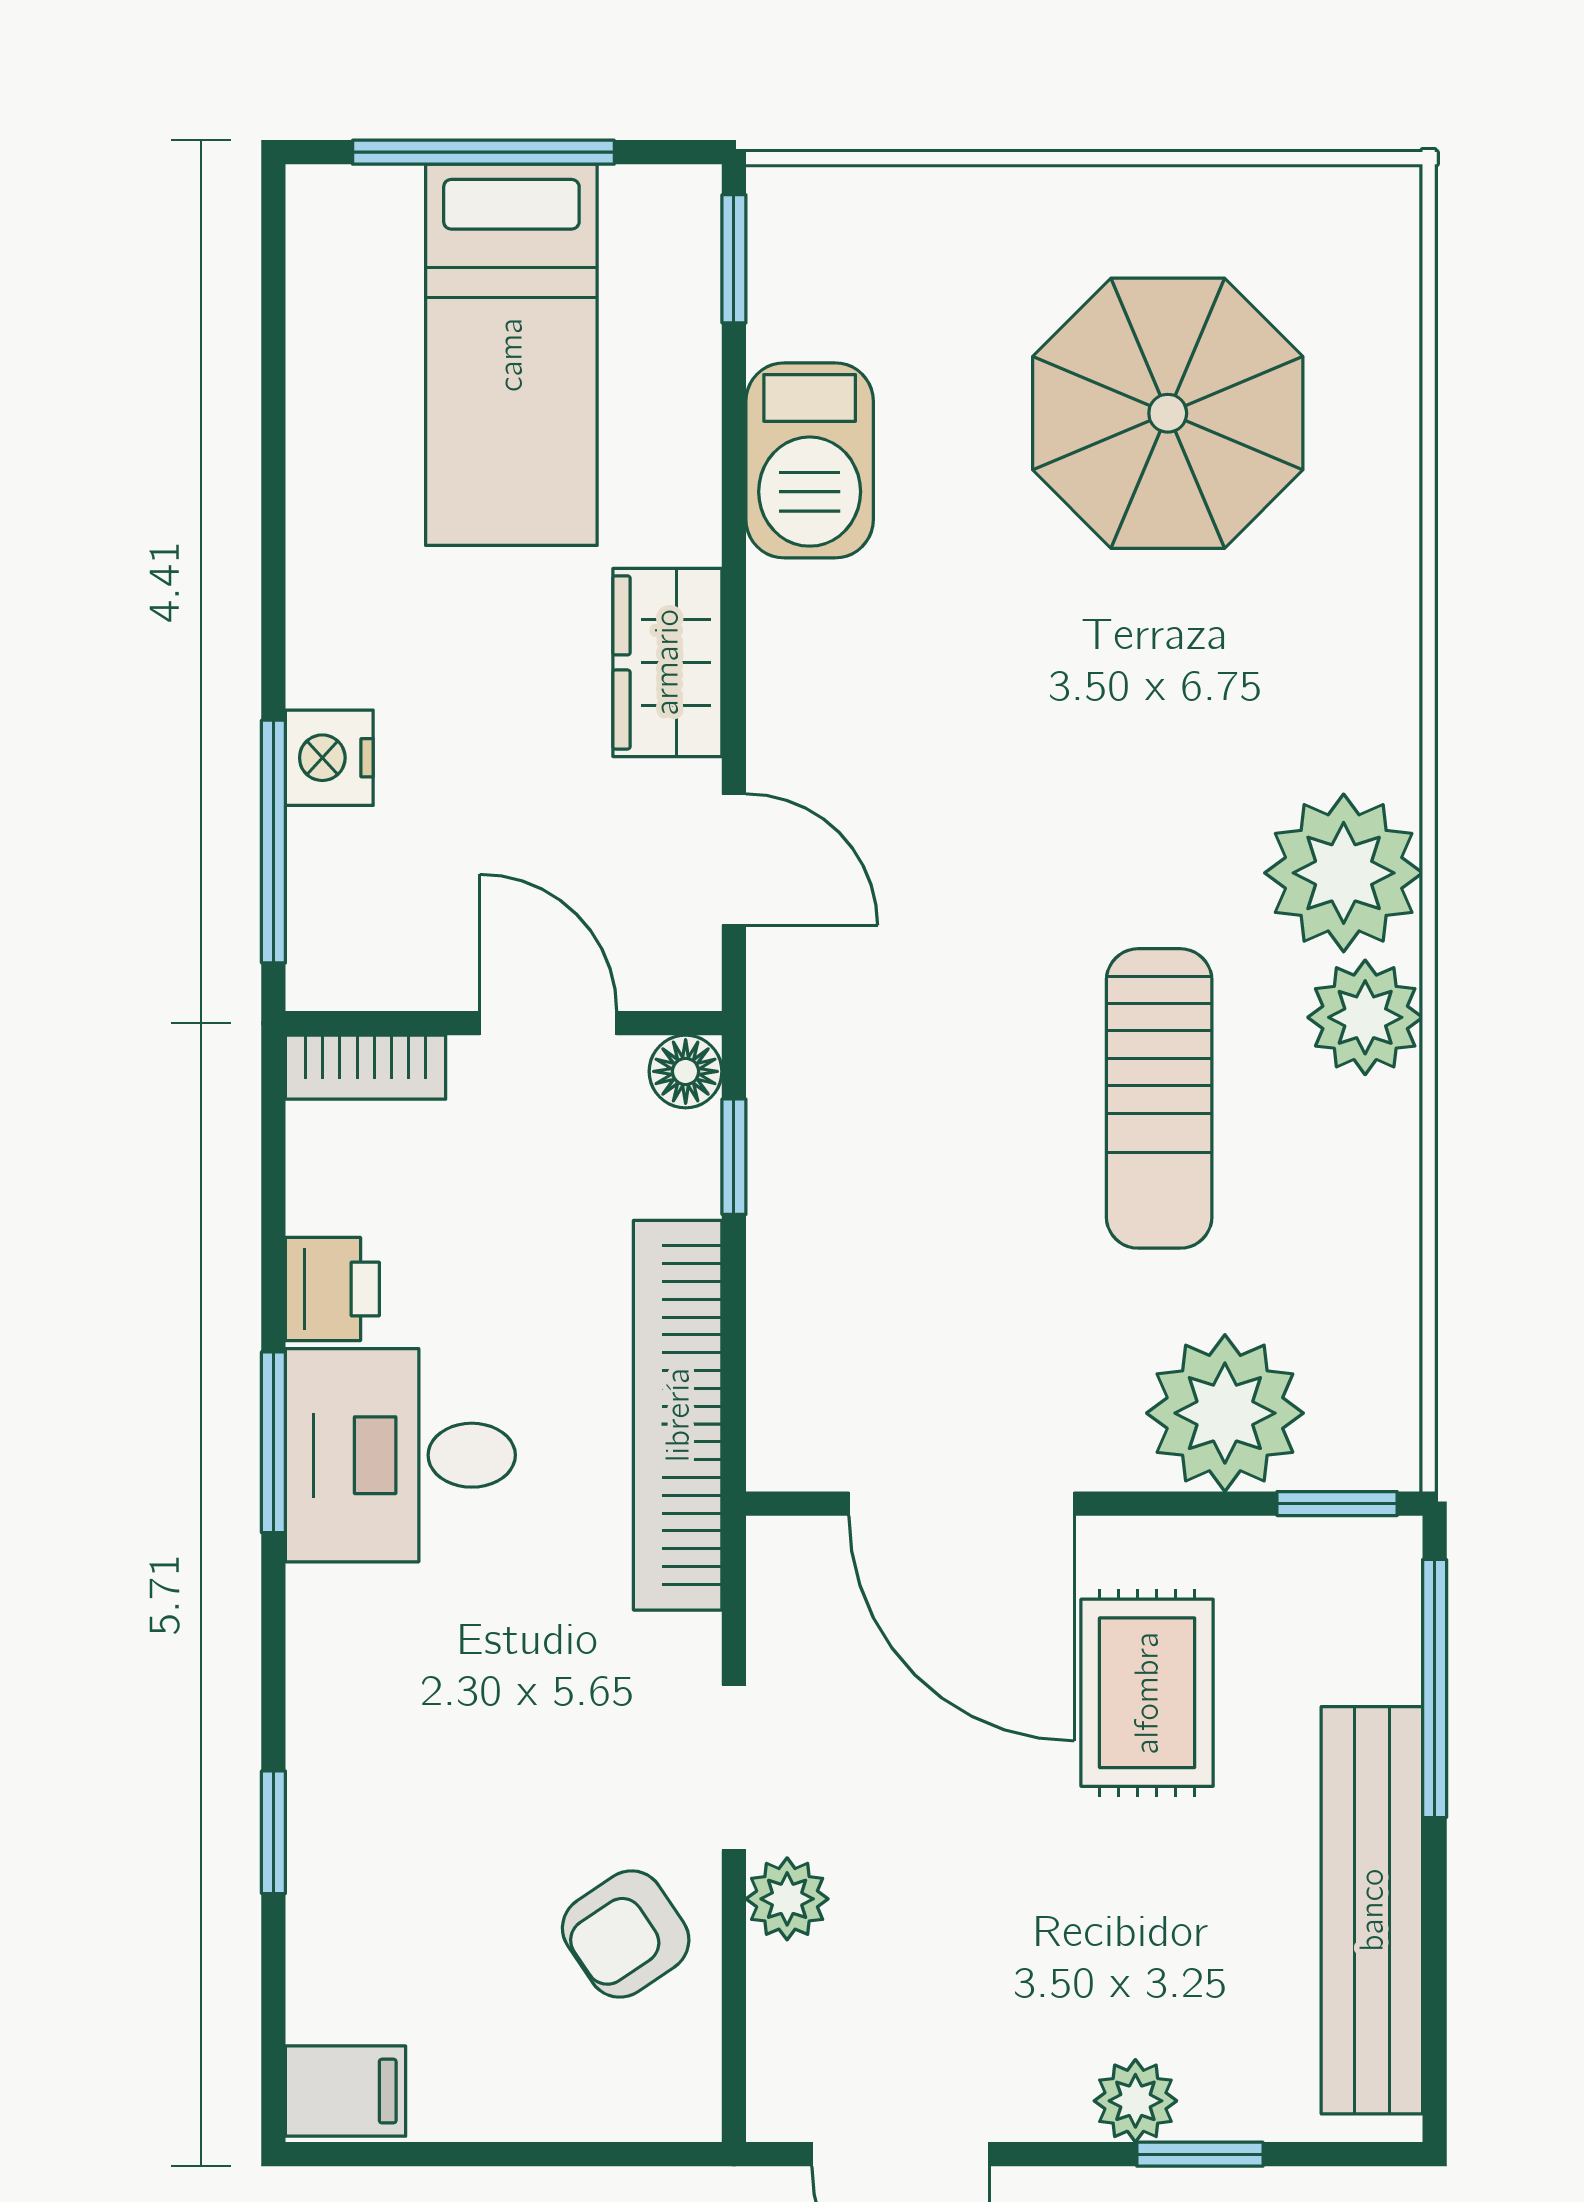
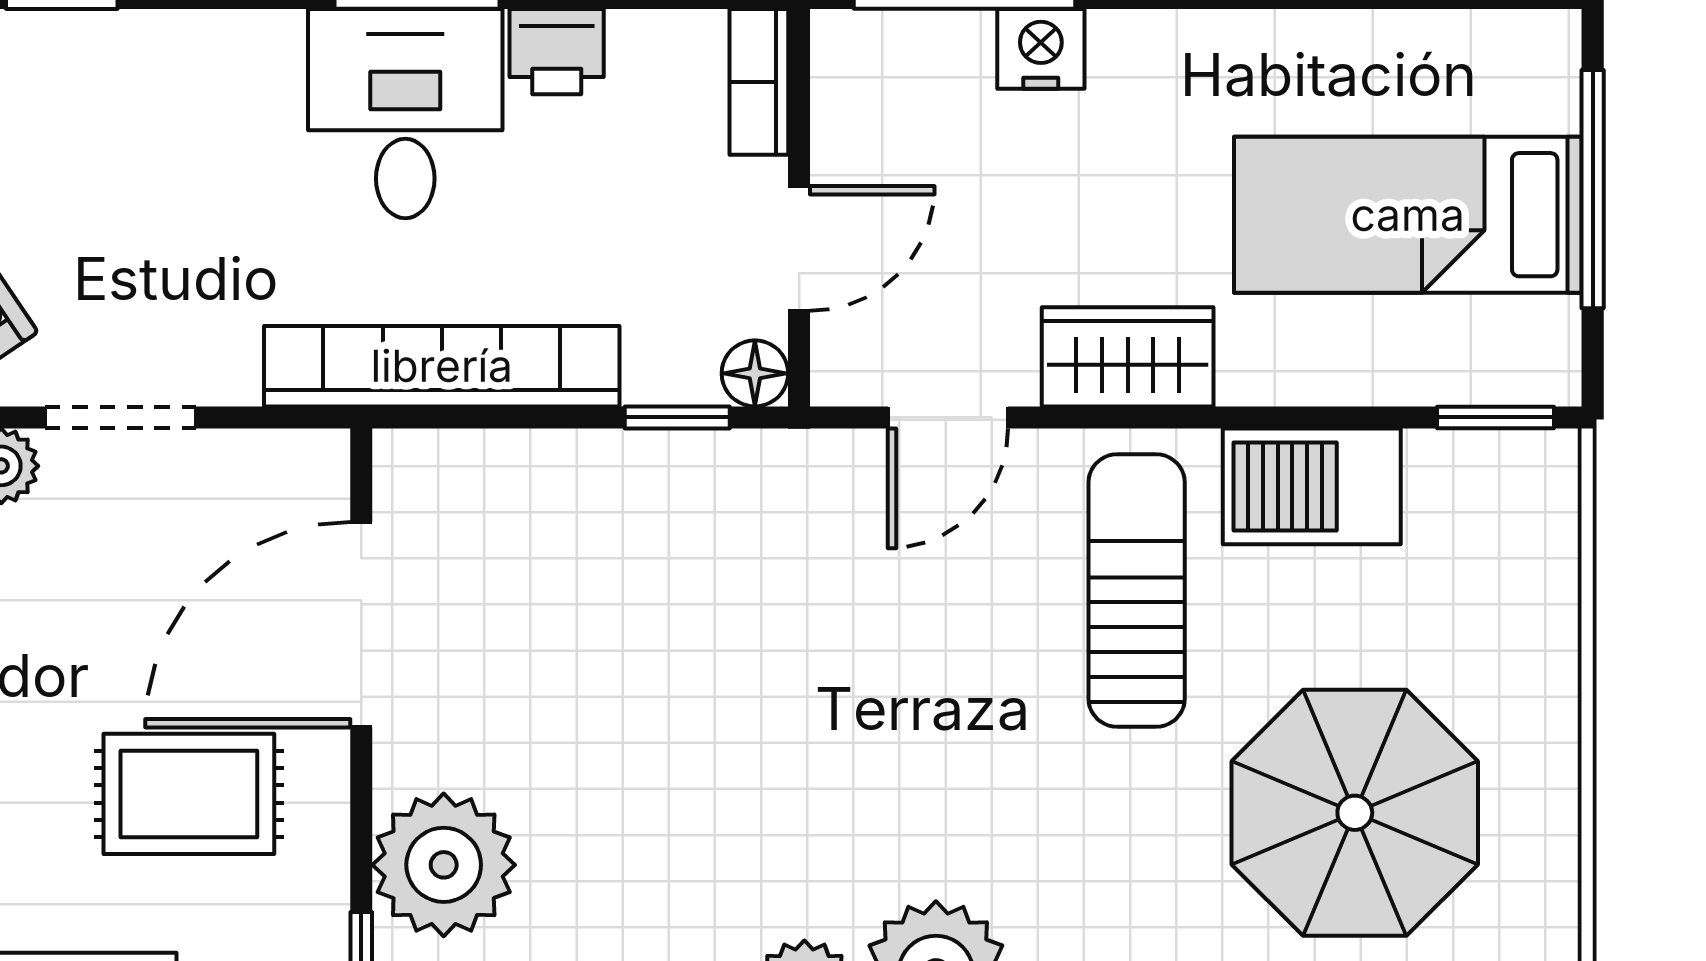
sun lounger: (1159, 1098) -> (1137, 591), moved, turned 90

